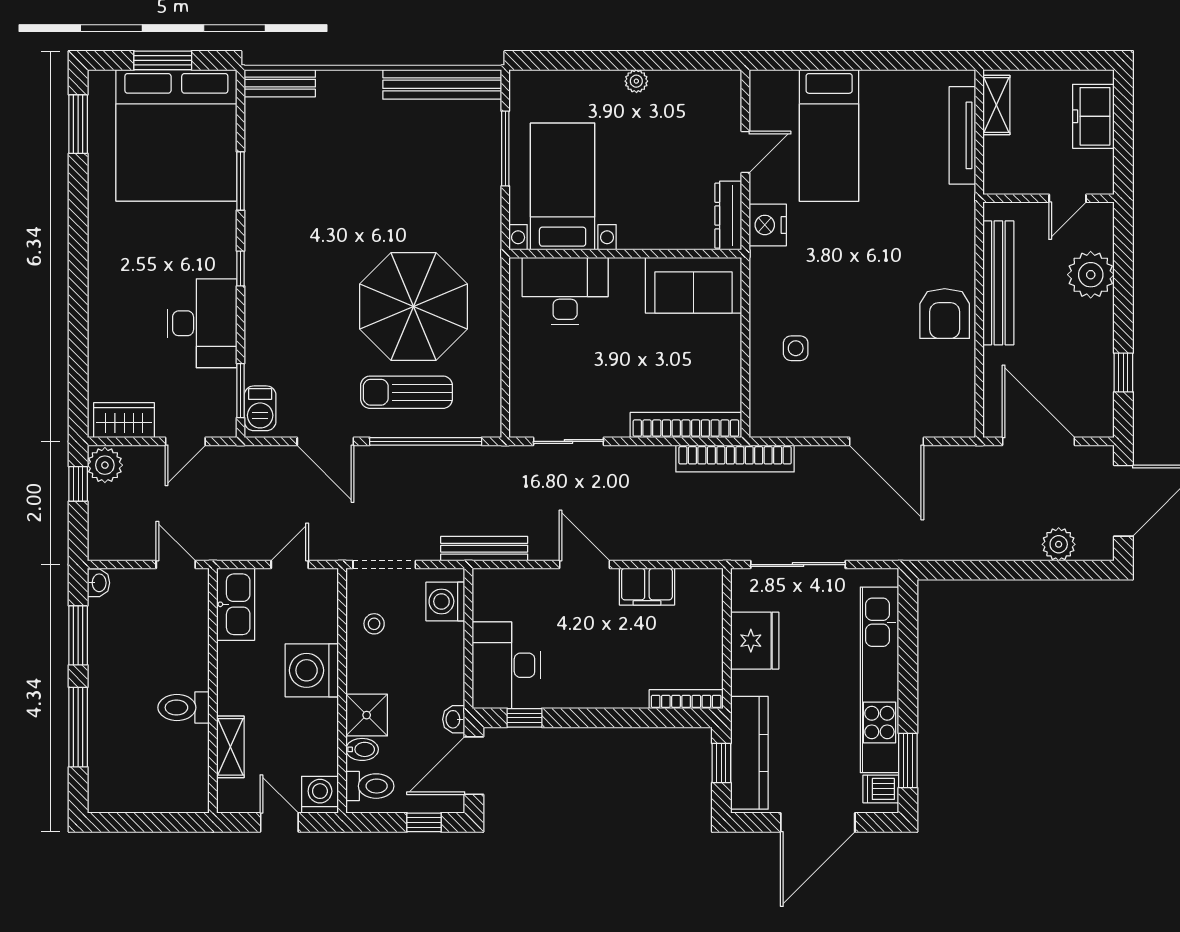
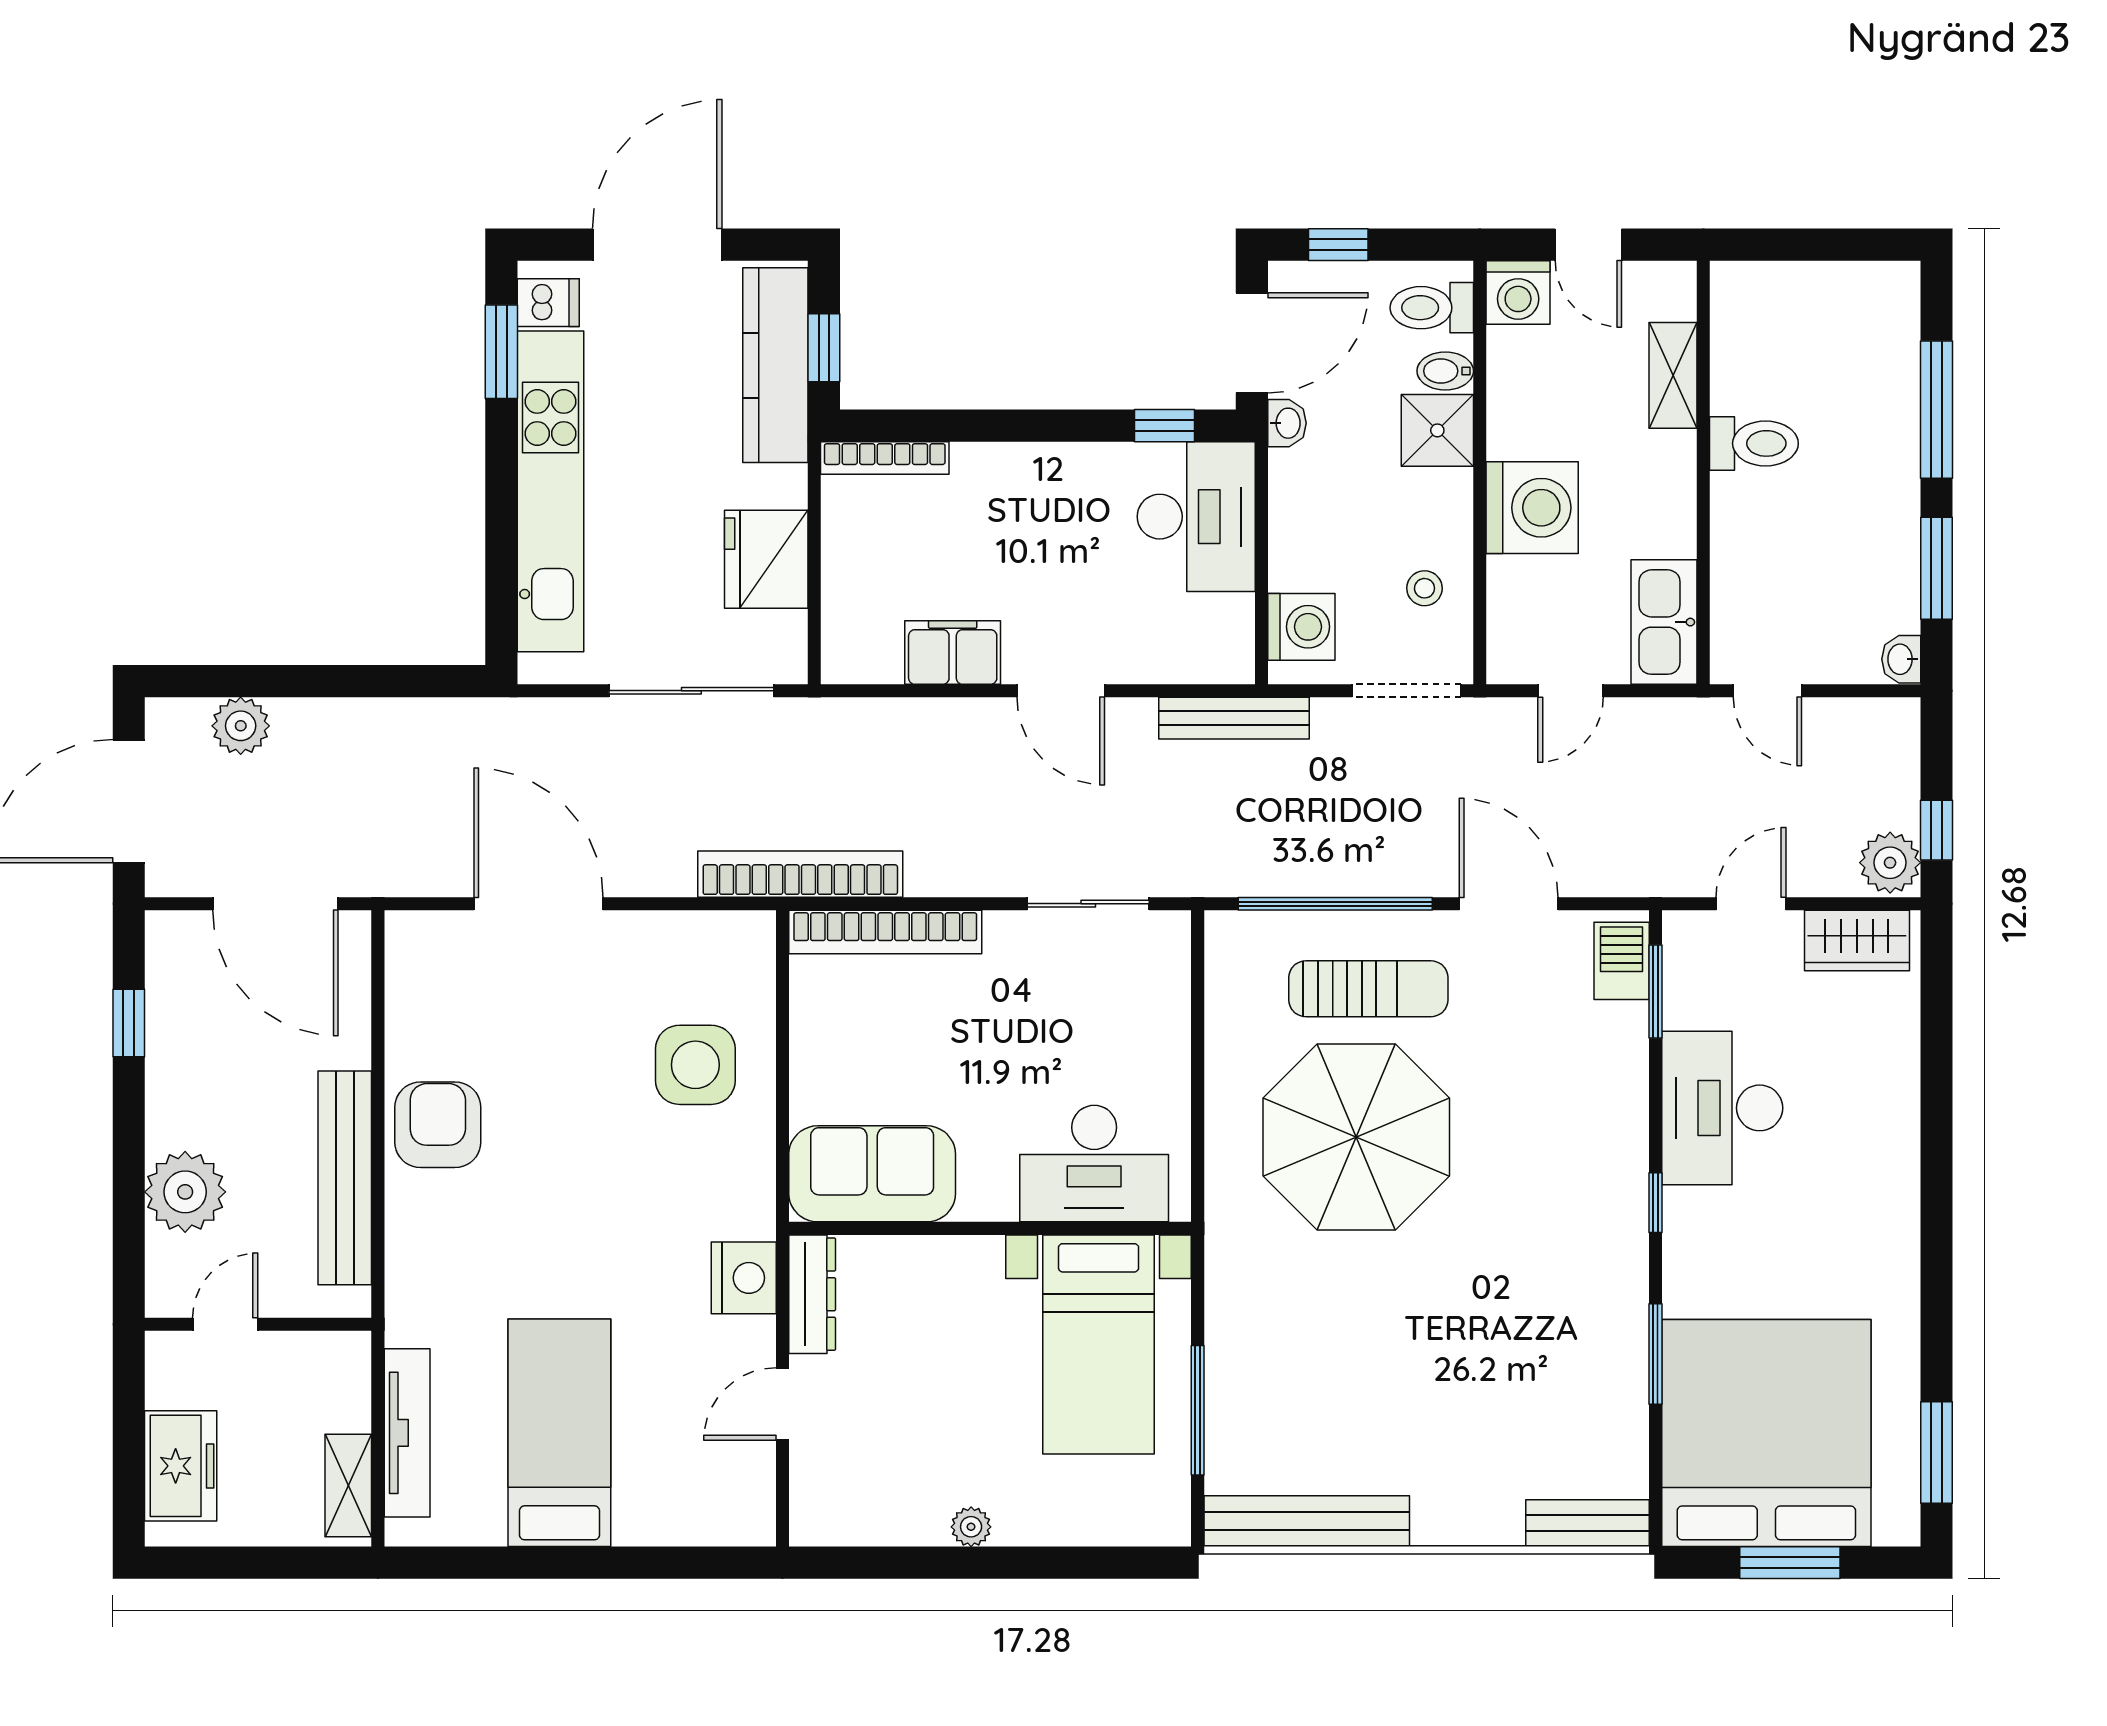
bed: (829, 135) -> (559, 1433), moved
side table: (796, 348) -> (695, 1065), width x1.87, depth x1.87

